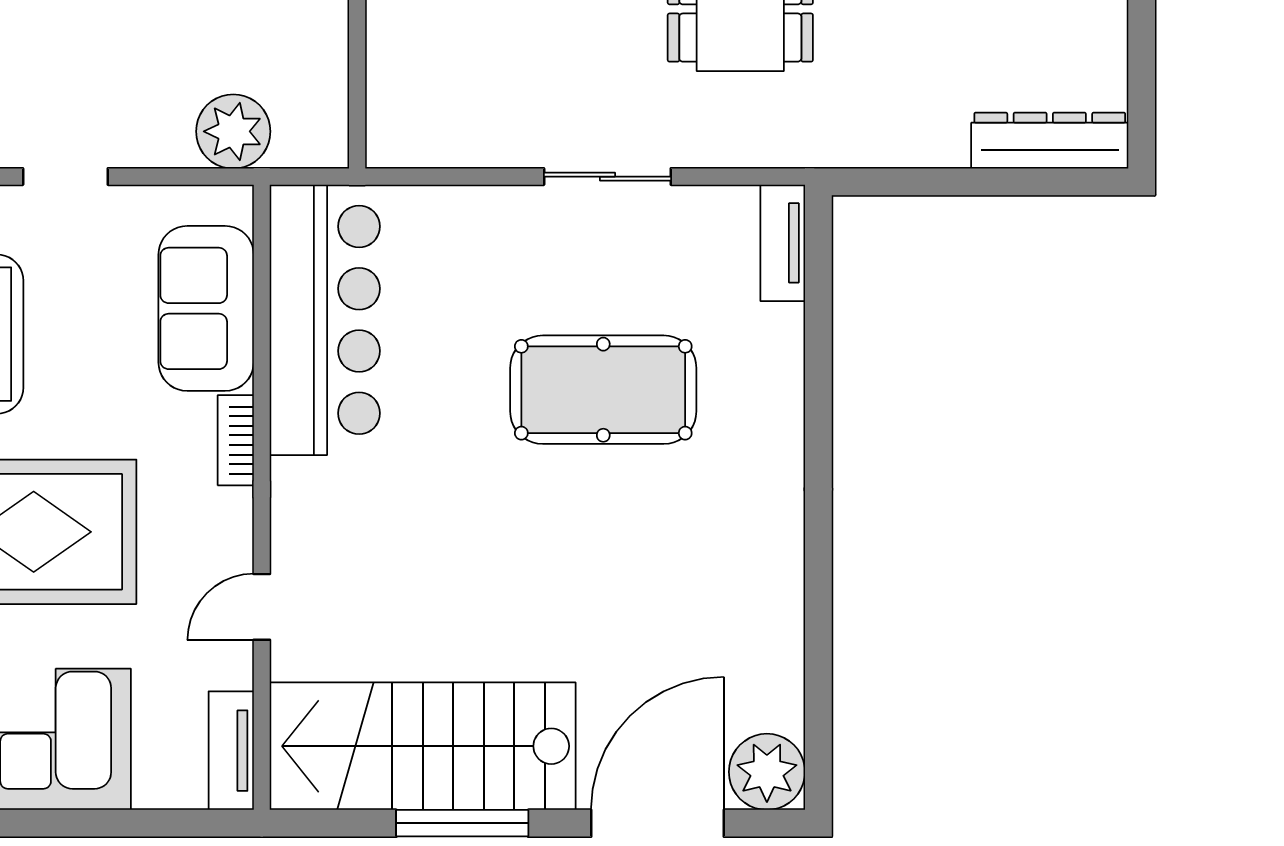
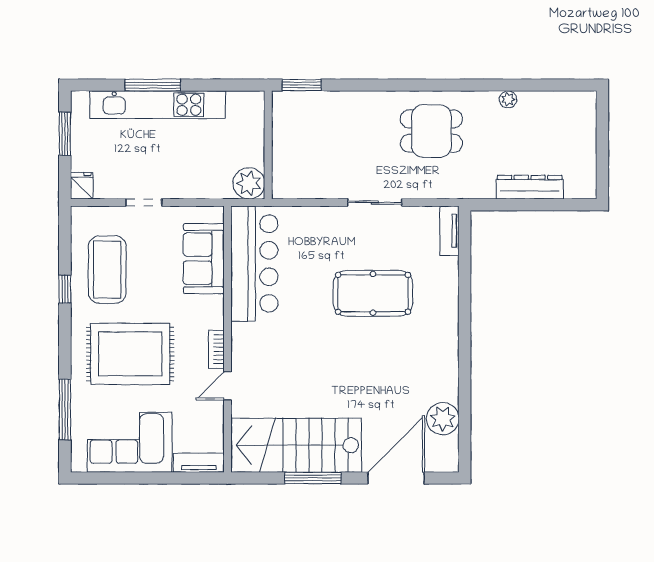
plant: (233, 131) -> (249, 183), moved
dresser: (1050, 141) -> (530, 187), moved
bookcase: (236, 440) -> (216, 349), moved
tv unit: (231, 751) -> (199, 463), moved, turned 90
plant: (767, 772) -> (443, 419), moved

